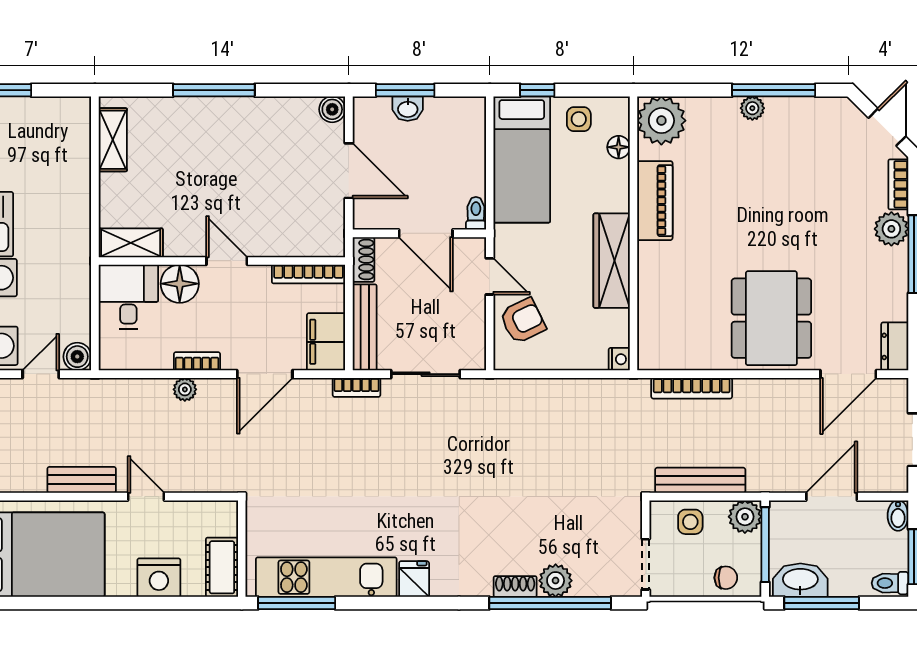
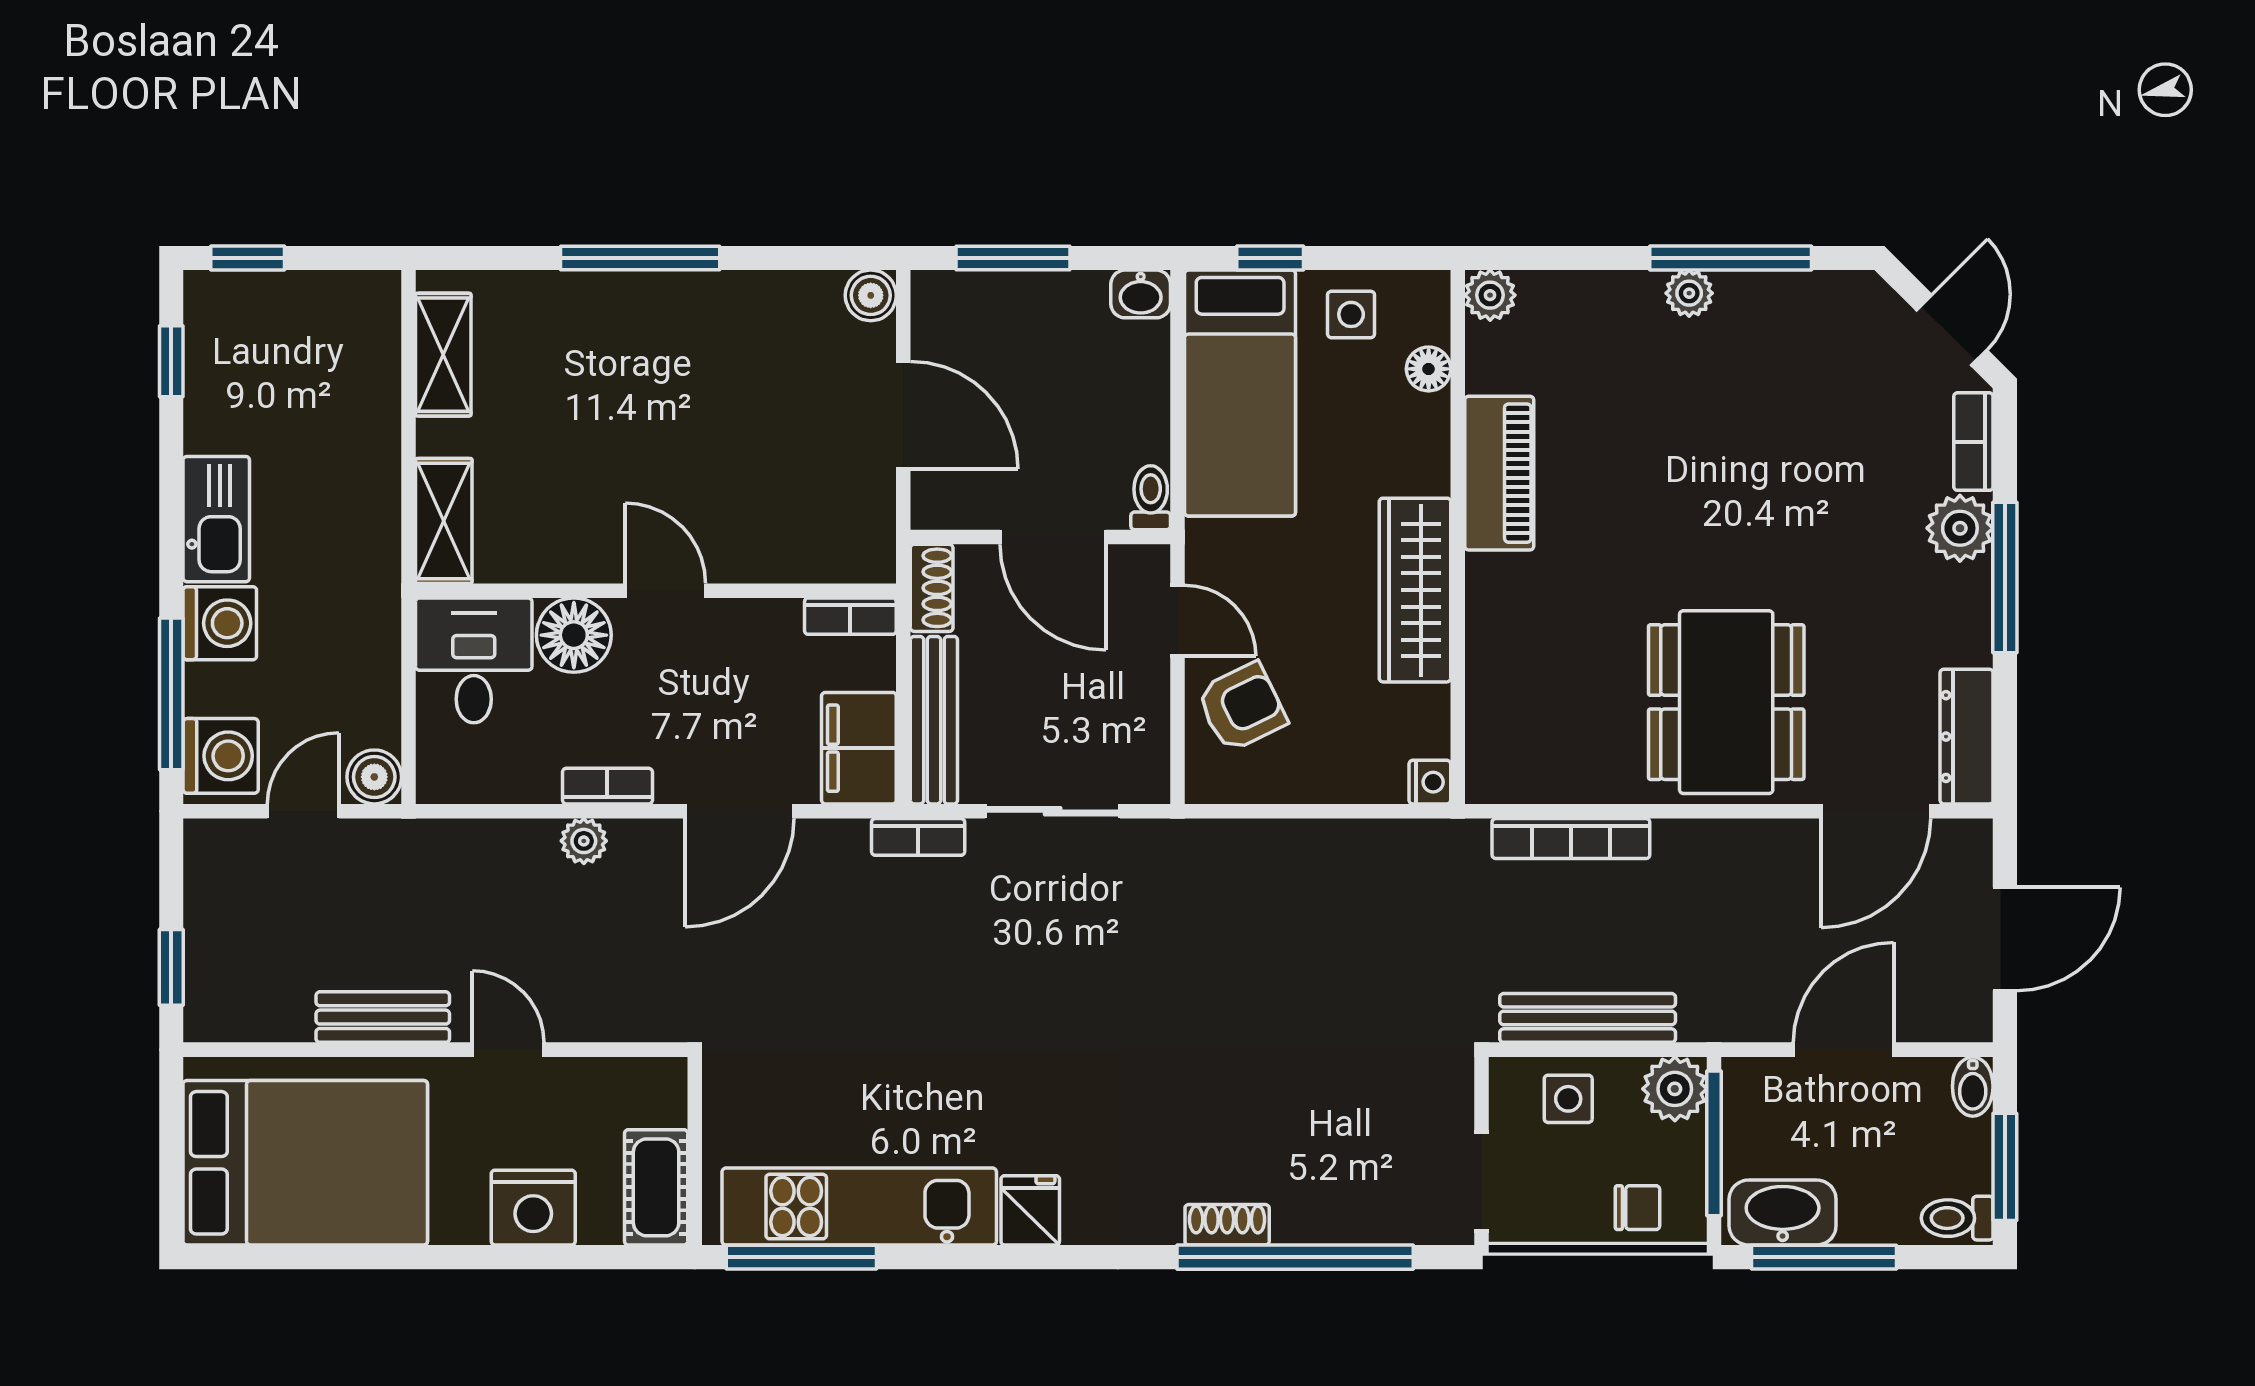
washbasin: (408, 109) -> (1141, 294), moved
plant: (661, 121) -> (1490, 295), width x0.53, depth x0.53
shelving: (131, 243) -> (444, 521), moved, turned 90
bookcase: (308, 274) -> (850, 616), width x0.64
dresser: (895, 346) -> (1967, 737), width x1.44
plant: (556, 581) -> (1306, 1213), removed

